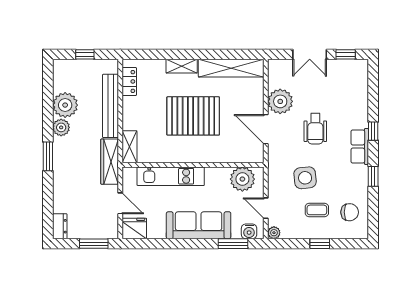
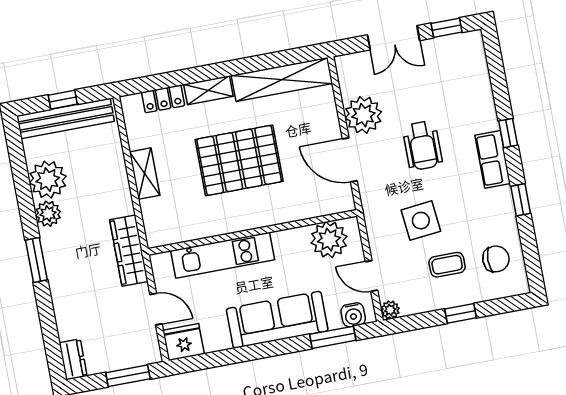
locker: (129, 81) -> (163, 99), moved, turned 90
bench: (110, 106) -> (65, 118), moved, turned 90
shelving: (129, 147) -> (145, 174), moved

